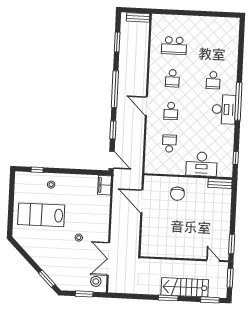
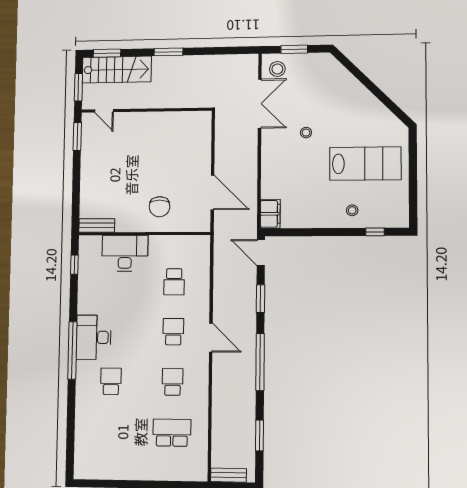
chair: (177, 194) -> (160, 207), turned 180
window: (47, 279) -> (352, 68), removed
stairs: (185, 287) -> (117, 70), moved

